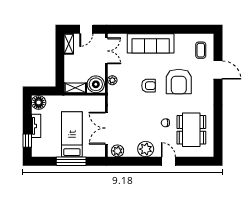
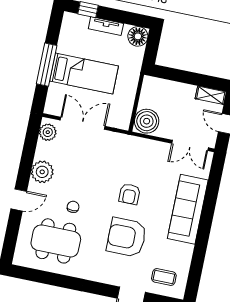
plant: (112, 80) -> (148, 145), removed
shelving: (75, 88) -> (148, 92), removed

